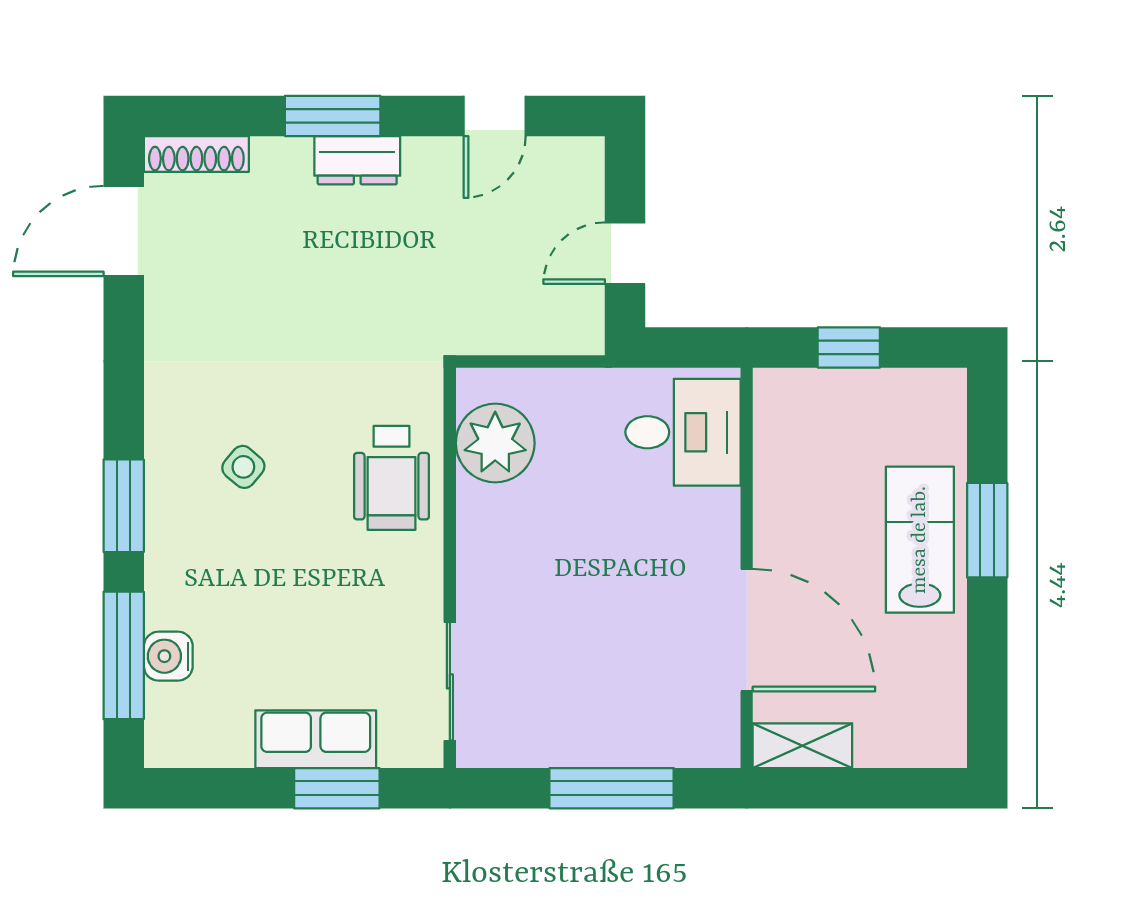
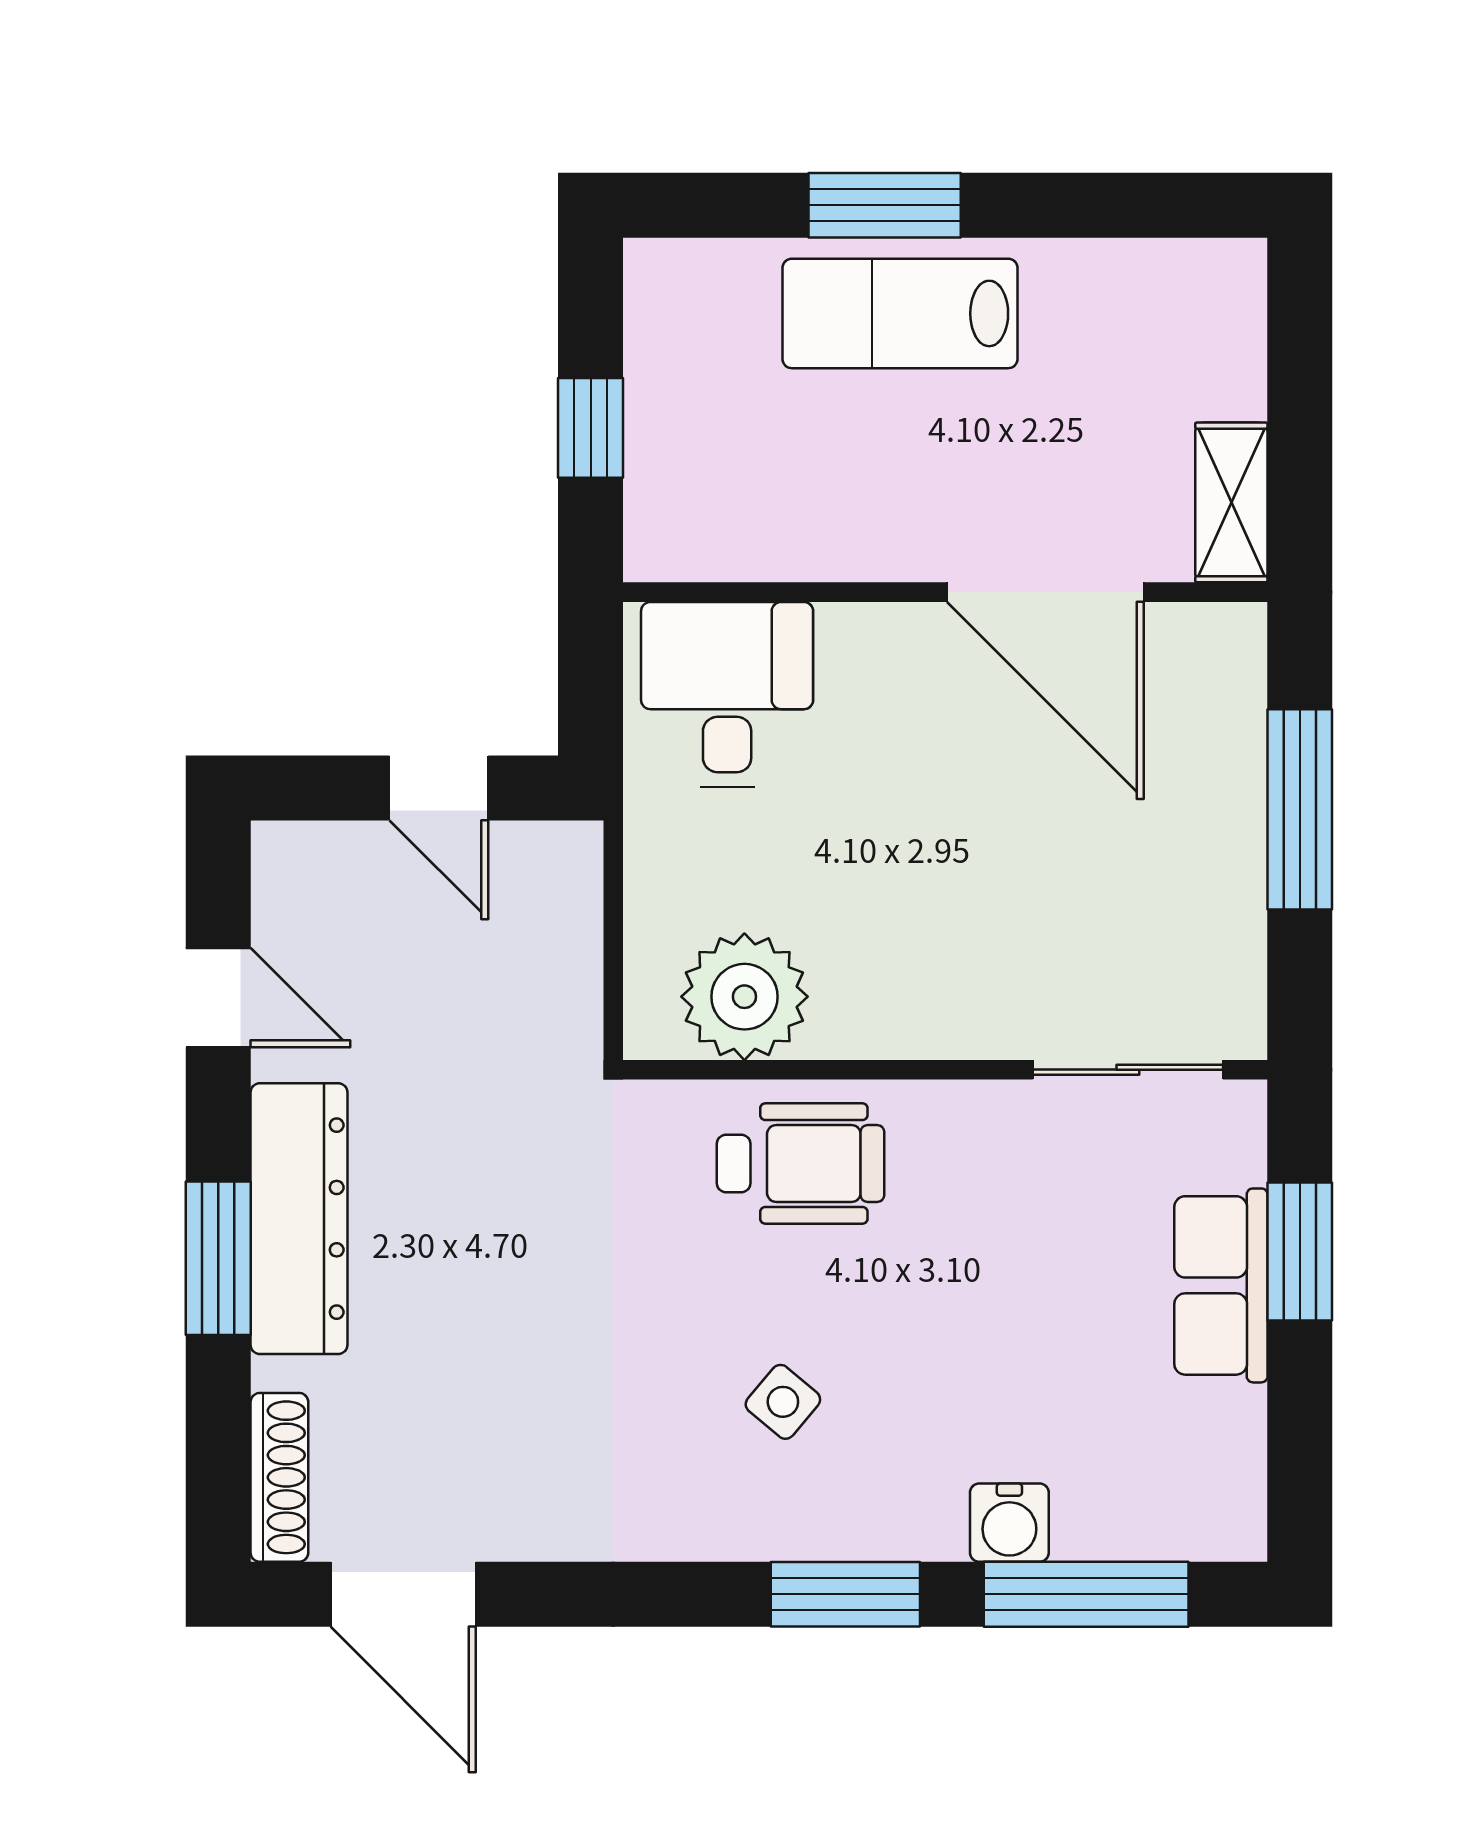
dresser: (357, 160) -> (299, 1219), width x1.96, depth x1.24
door: (747, 630) -> (1045, 592), swing flipped
water cooler: (168, 656) -> (1009, 1523), moved

